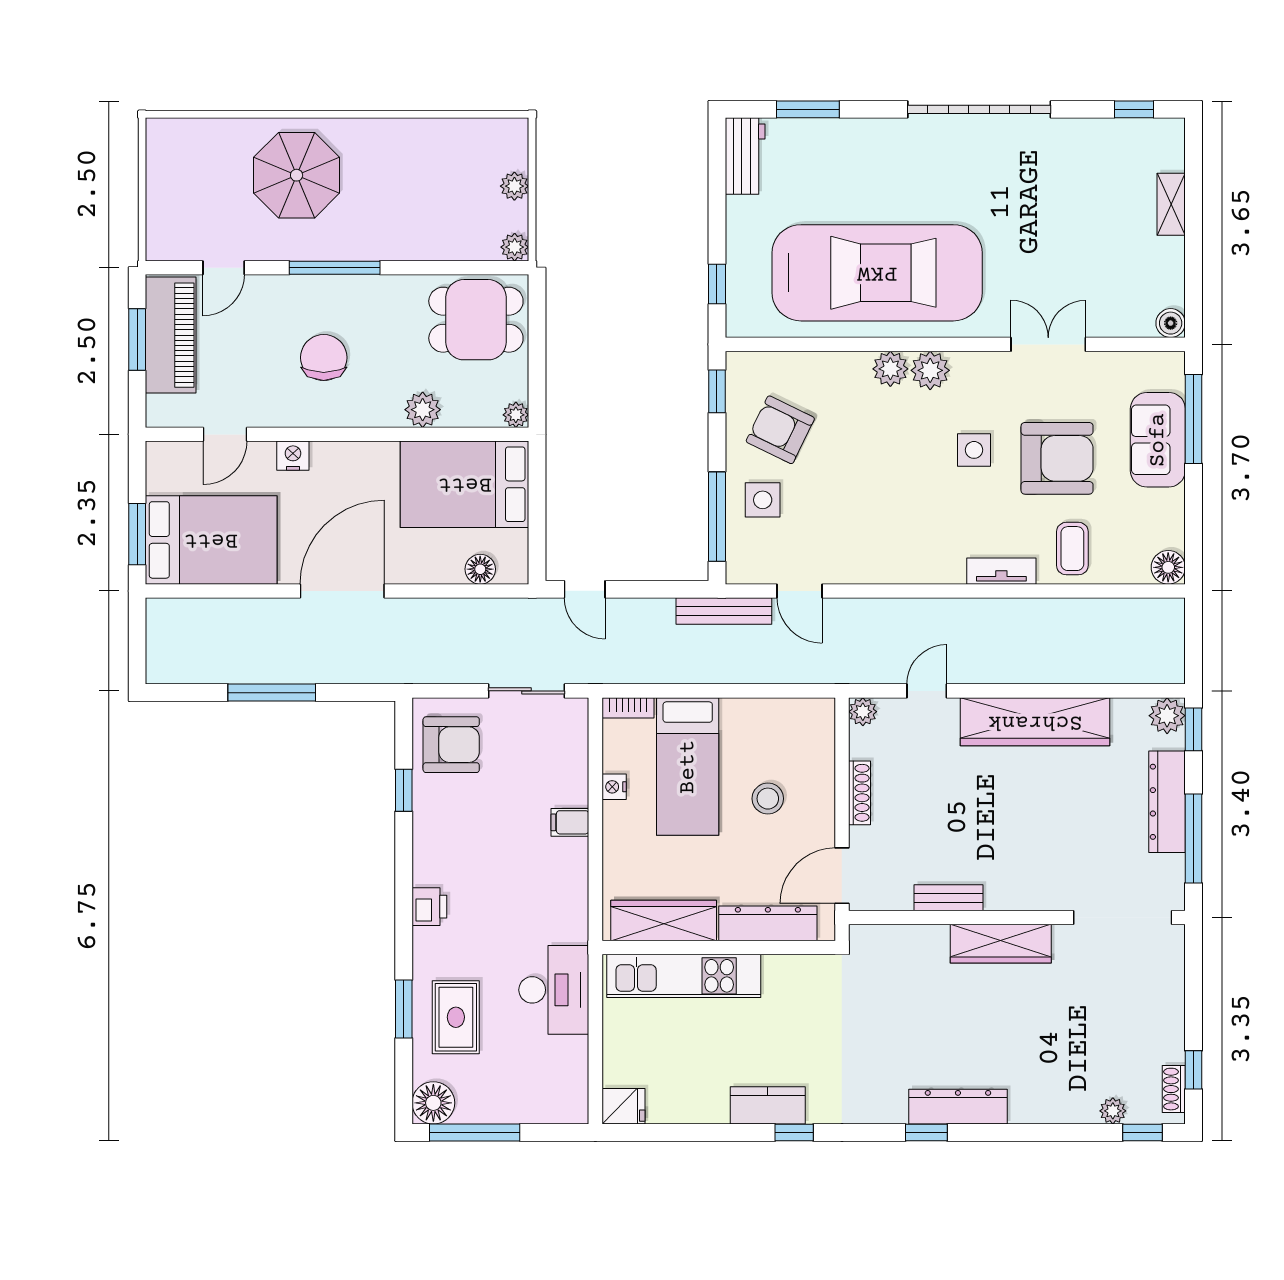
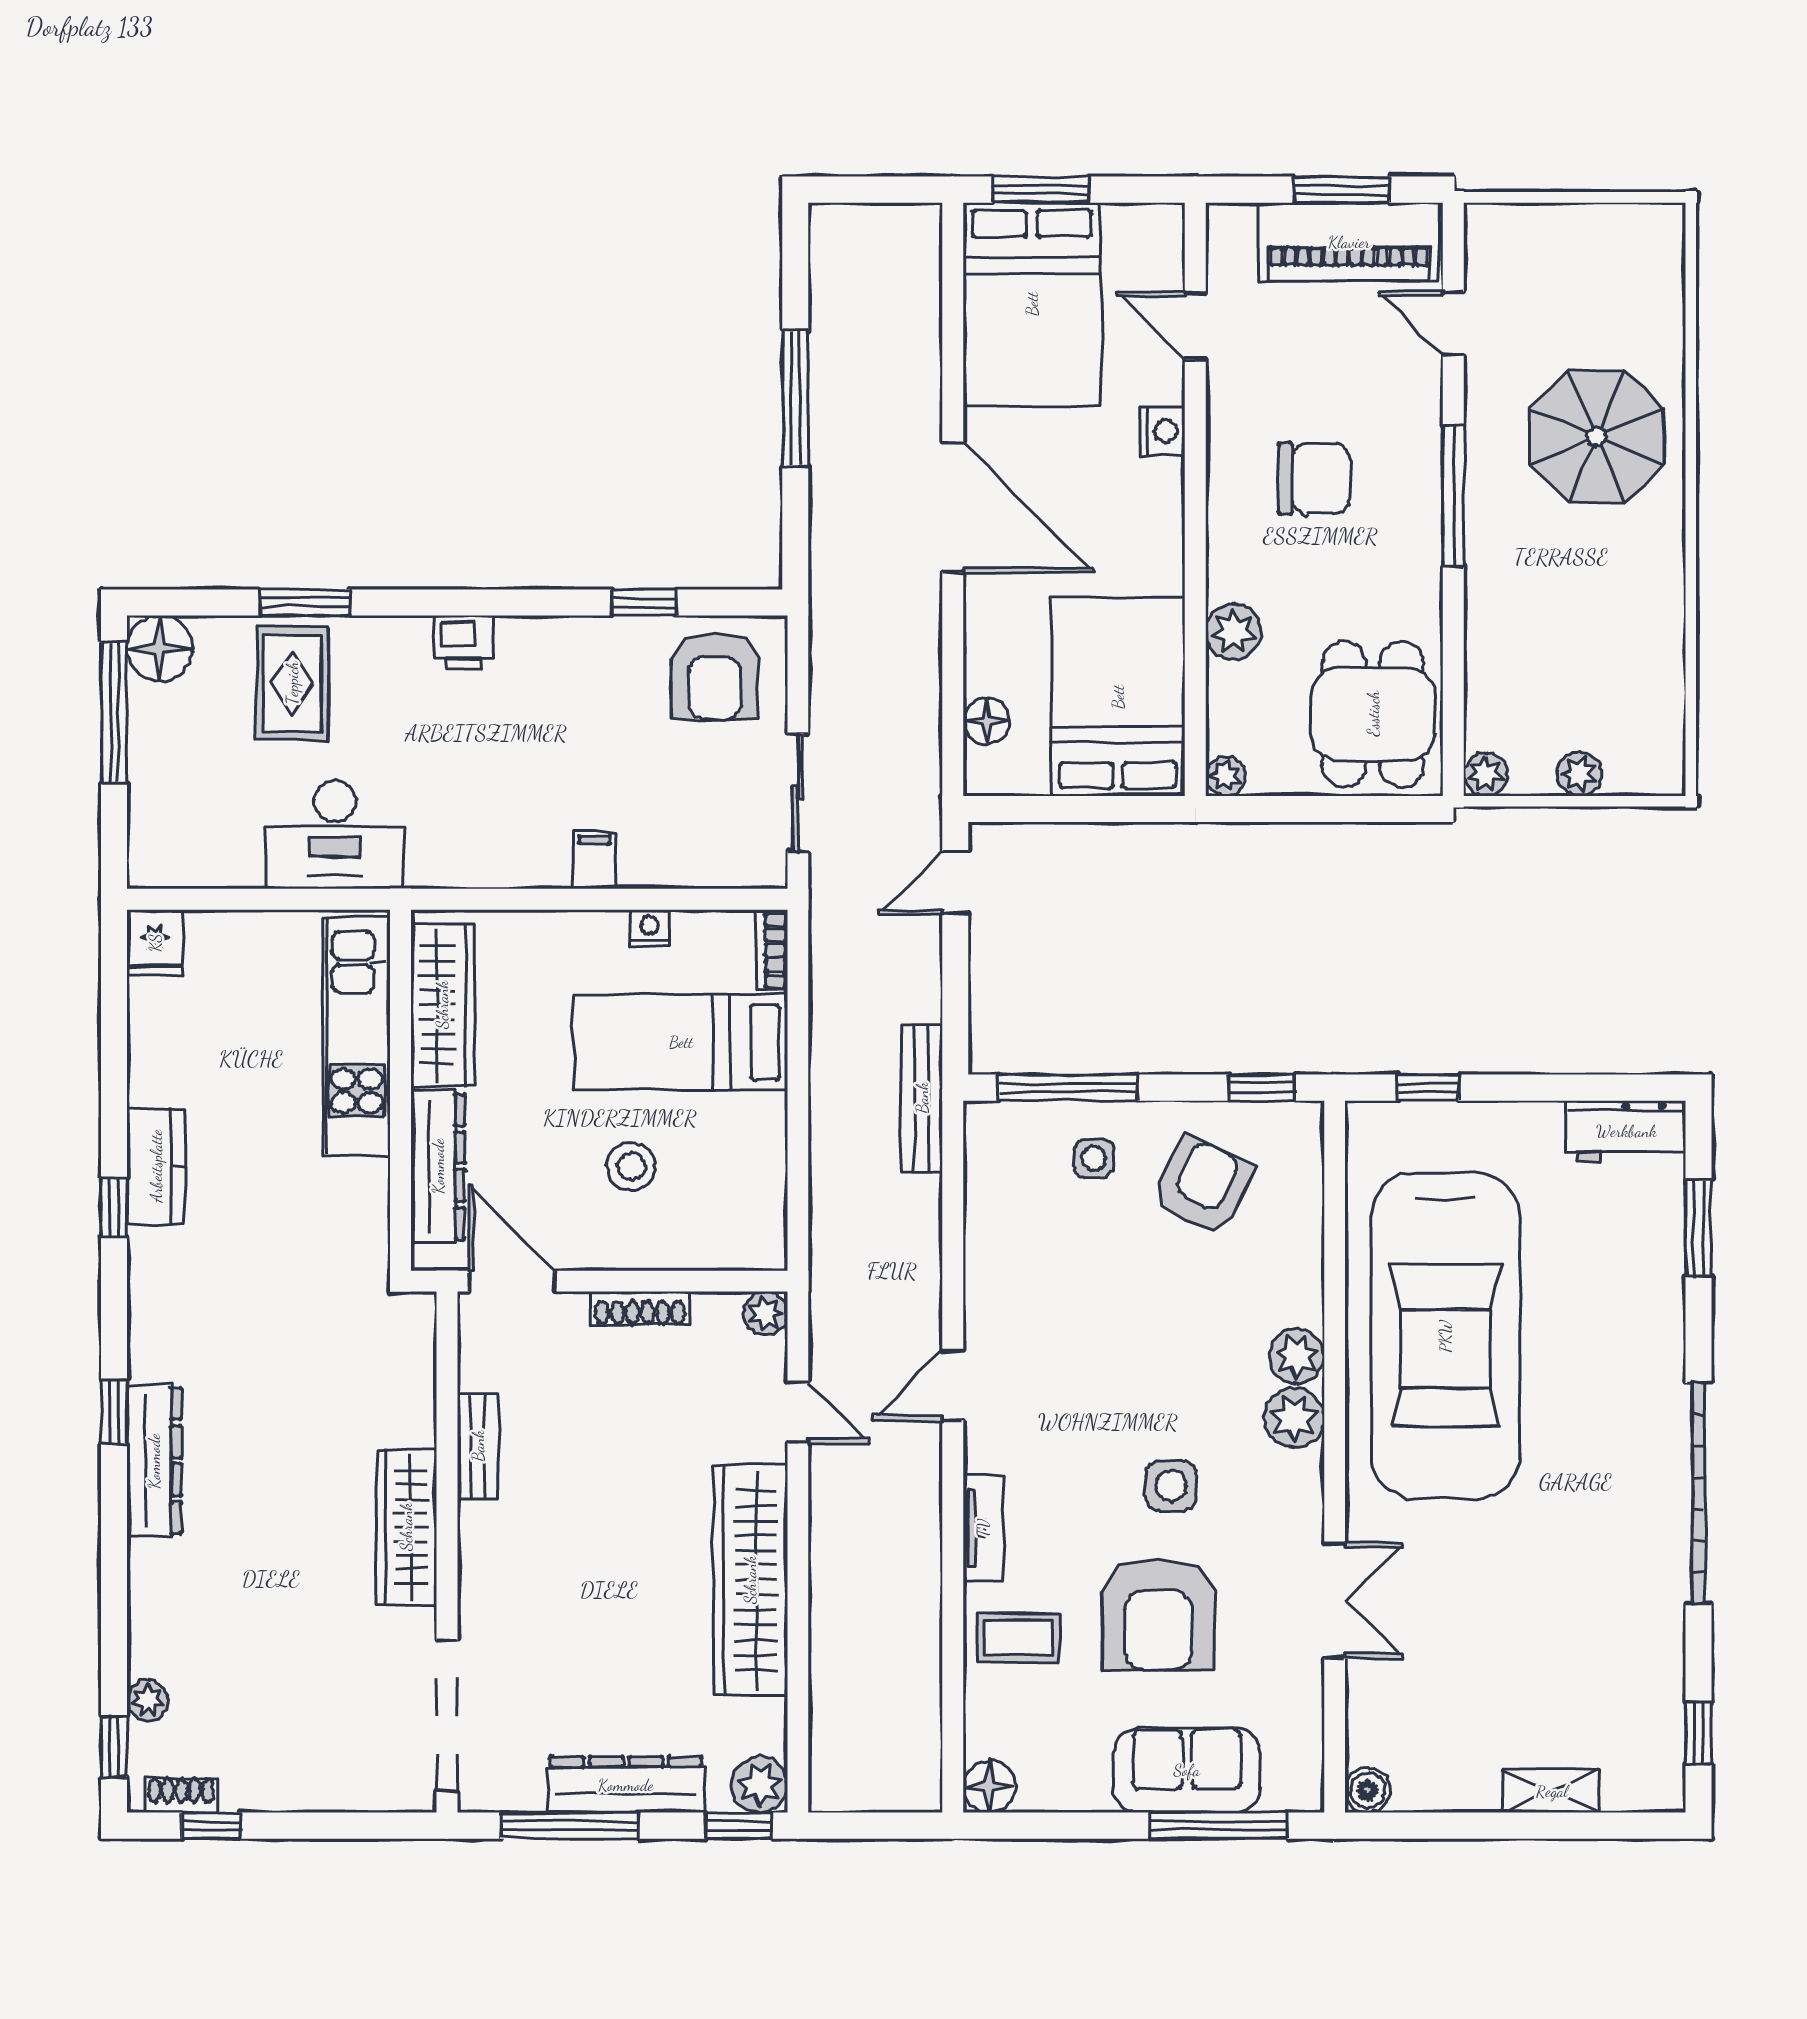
side table: (763, 500) -> (1094, 1158), width x0.73, depth x0.73
door: (800, 591) -> (953, 1385), moved
rug: (456, 1017) -> (292, 683), turned 90

